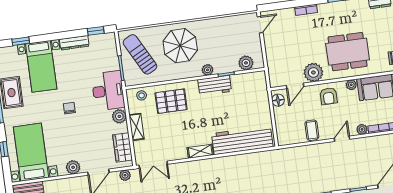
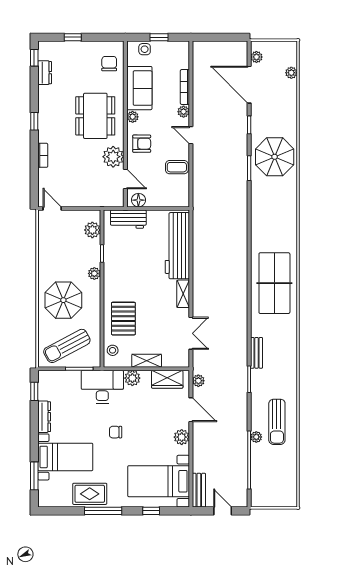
window: (21, 41) -> (34, 476), width x1.50
workbench: (215, 85) -> (128, 219), moved, turned 90
double door: (153, 165) -> (191, 333), moved

